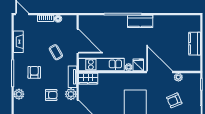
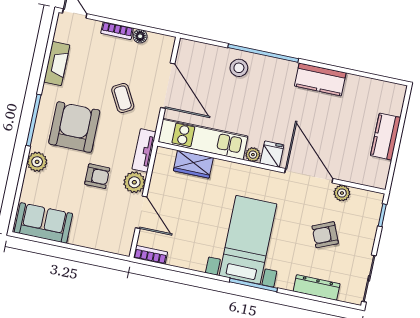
kitchen counter: (140, 21) -> (320, 79), moved
stool: (112, 24) -> (239, 68), added
armchair: (34, 72) -> (74, 127), width x1.88, depth x1.88
wardrobe: (88, 79) -> (193, 164), moved

